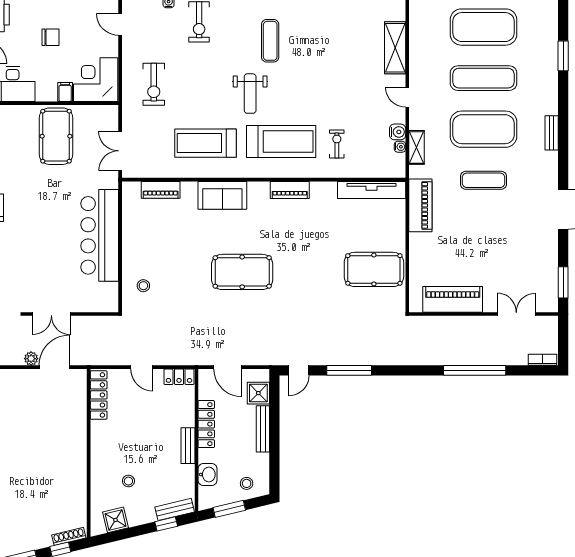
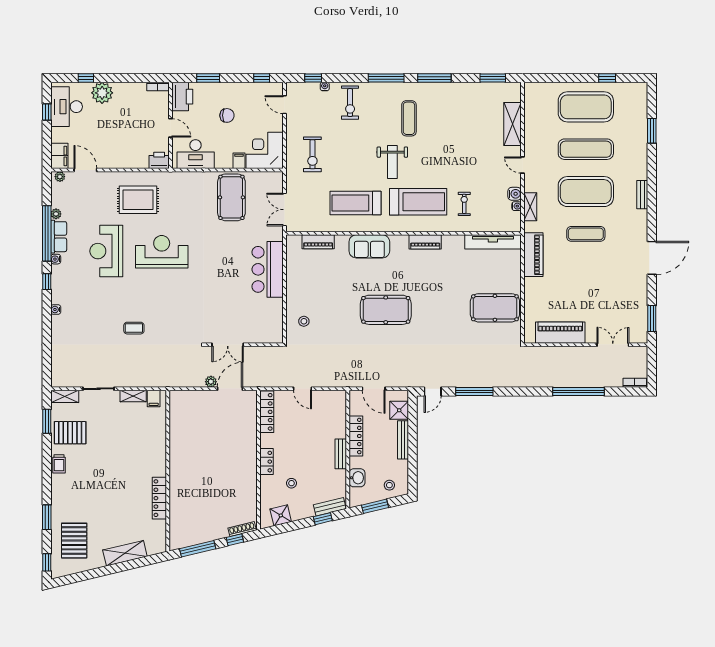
bar counter: (100, 235) -> (268, 269), width x0.73
locker: (179, 377) -> (266, 462), moved, turned -90

